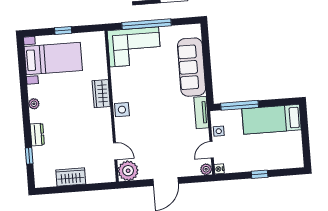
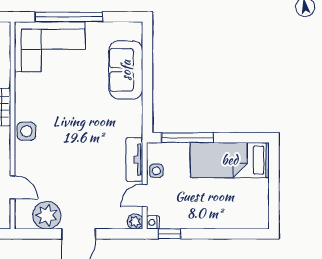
sofa: (192, 67) -> (126, 70), width x0.73
tv unit: (201, 112) -> (134, 160), moved
plant: (128, 171) -> (47, 215), moved
window: (260, 174) -> (170, 234), moved

